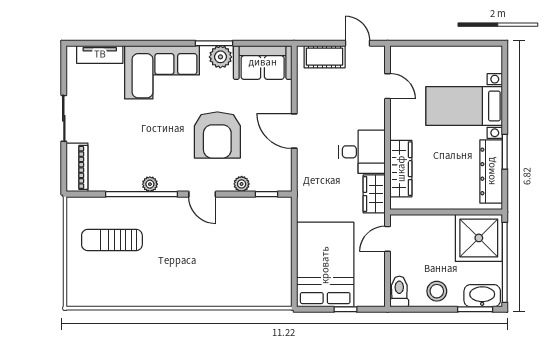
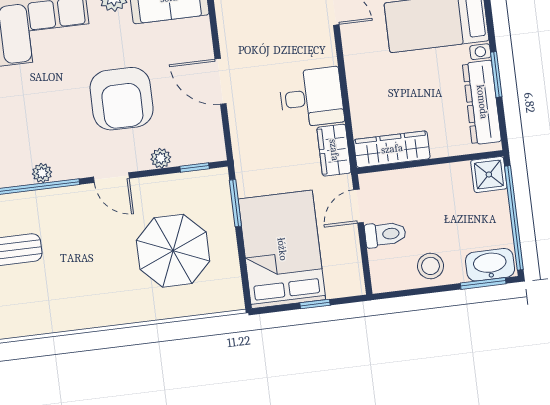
wardrobe: (401, 169) -> (392, 149), moved, turned -90
window: (294, 225) -> (235, 203), added
shower: (479, 238) -> (489, 175), width x0.54, depth x0.54
parasol: (242, 255) -> (173, 251), added
toilet: (399, 292) -> (385, 234), moved, turned 90

